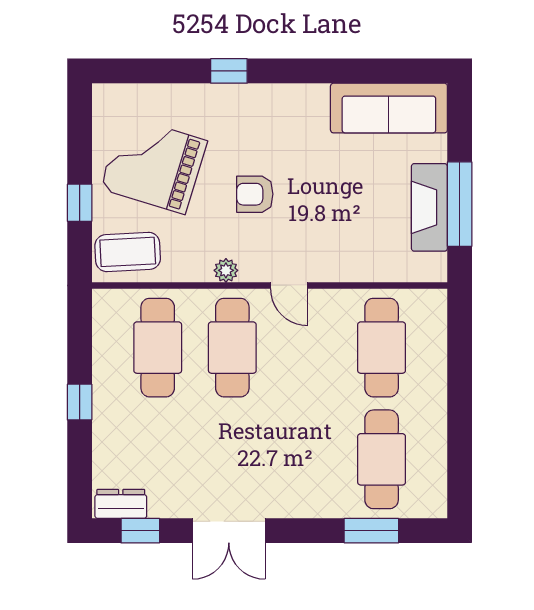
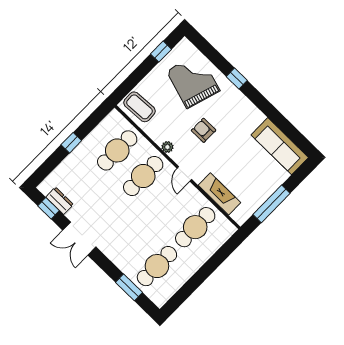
grand piano: (154, 165) -> (193, 81), moved
window: (80, 203) -> (161, 52), moved
fireplace: (429, 207) -> (219, 194), moved, turned 90
dresser: (121, 504) -> (60, 201), moved

